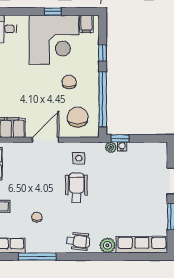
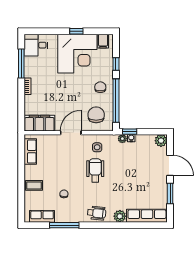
chair: (69, 82) -> (100, 87), moved
plant: (160, 150) -> (161, 141), added

